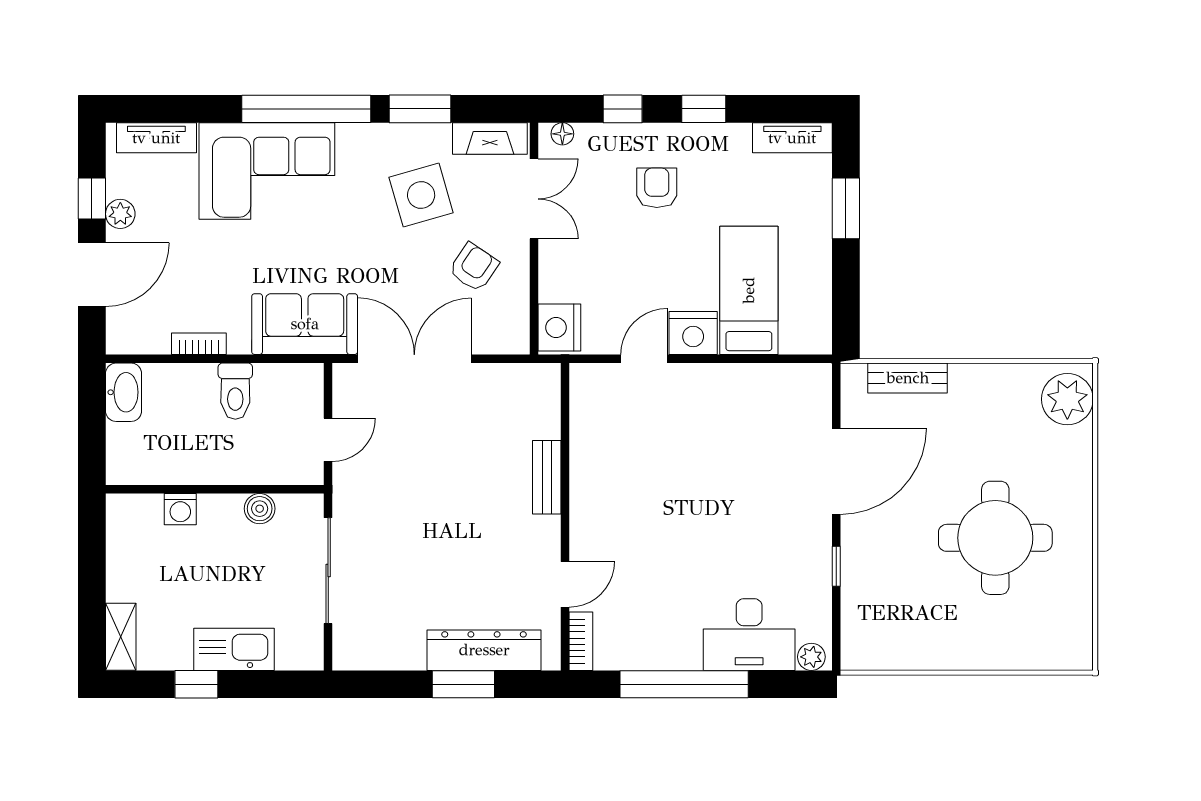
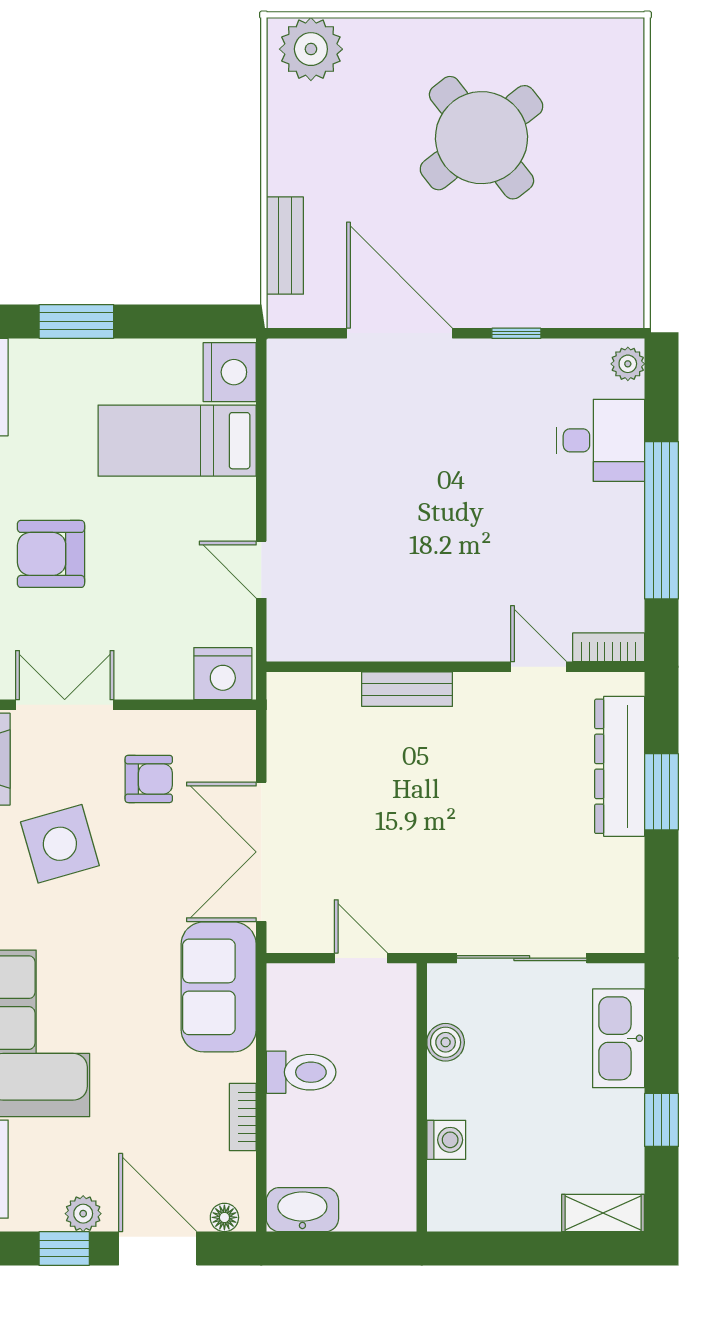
armchair: (657, 188) -> (51, 554), width x1.38, depth x1.38
armchair: (474, 267) -> (149, 779), turned 146
floor lamp: (117, 329) -> (224, 1217), added
nightstand: (693, 333) -> (230, 372), moved
round table: (995, 538) -> (482, 138), turned -38
desk: (749, 635) -> (600, 440), width x0.73
kitchen sink: (234, 649) -> (619, 1038), moved

